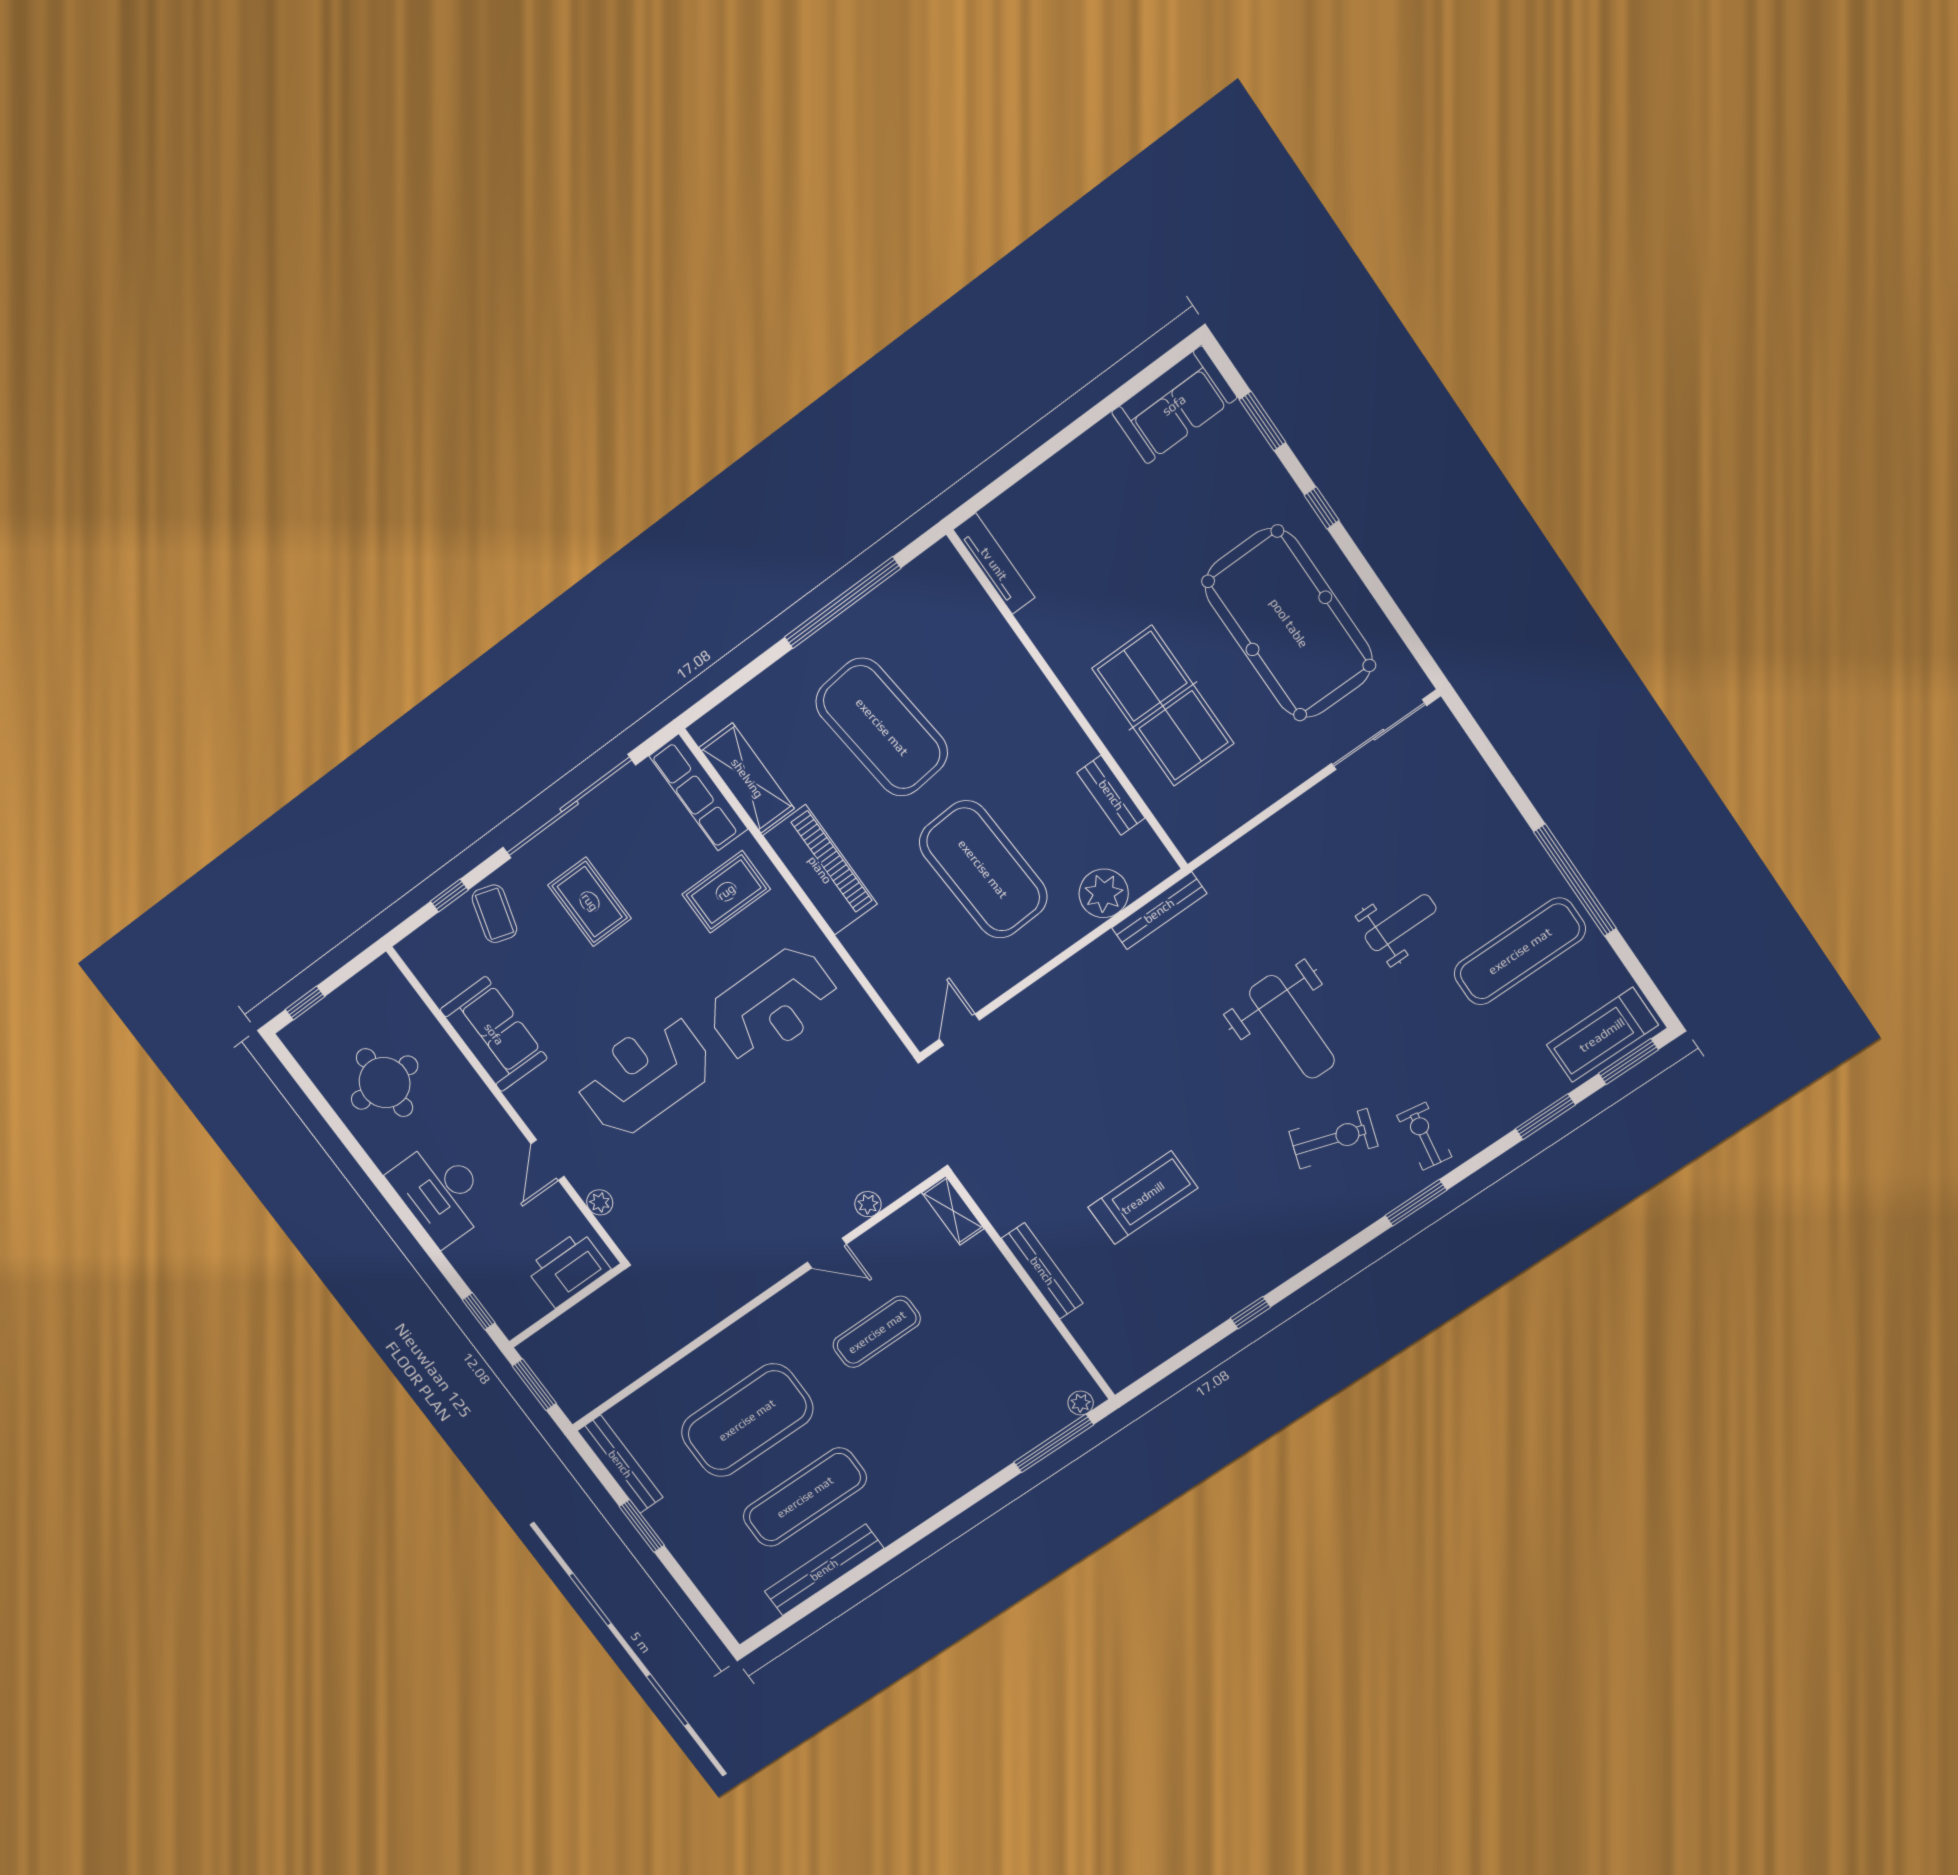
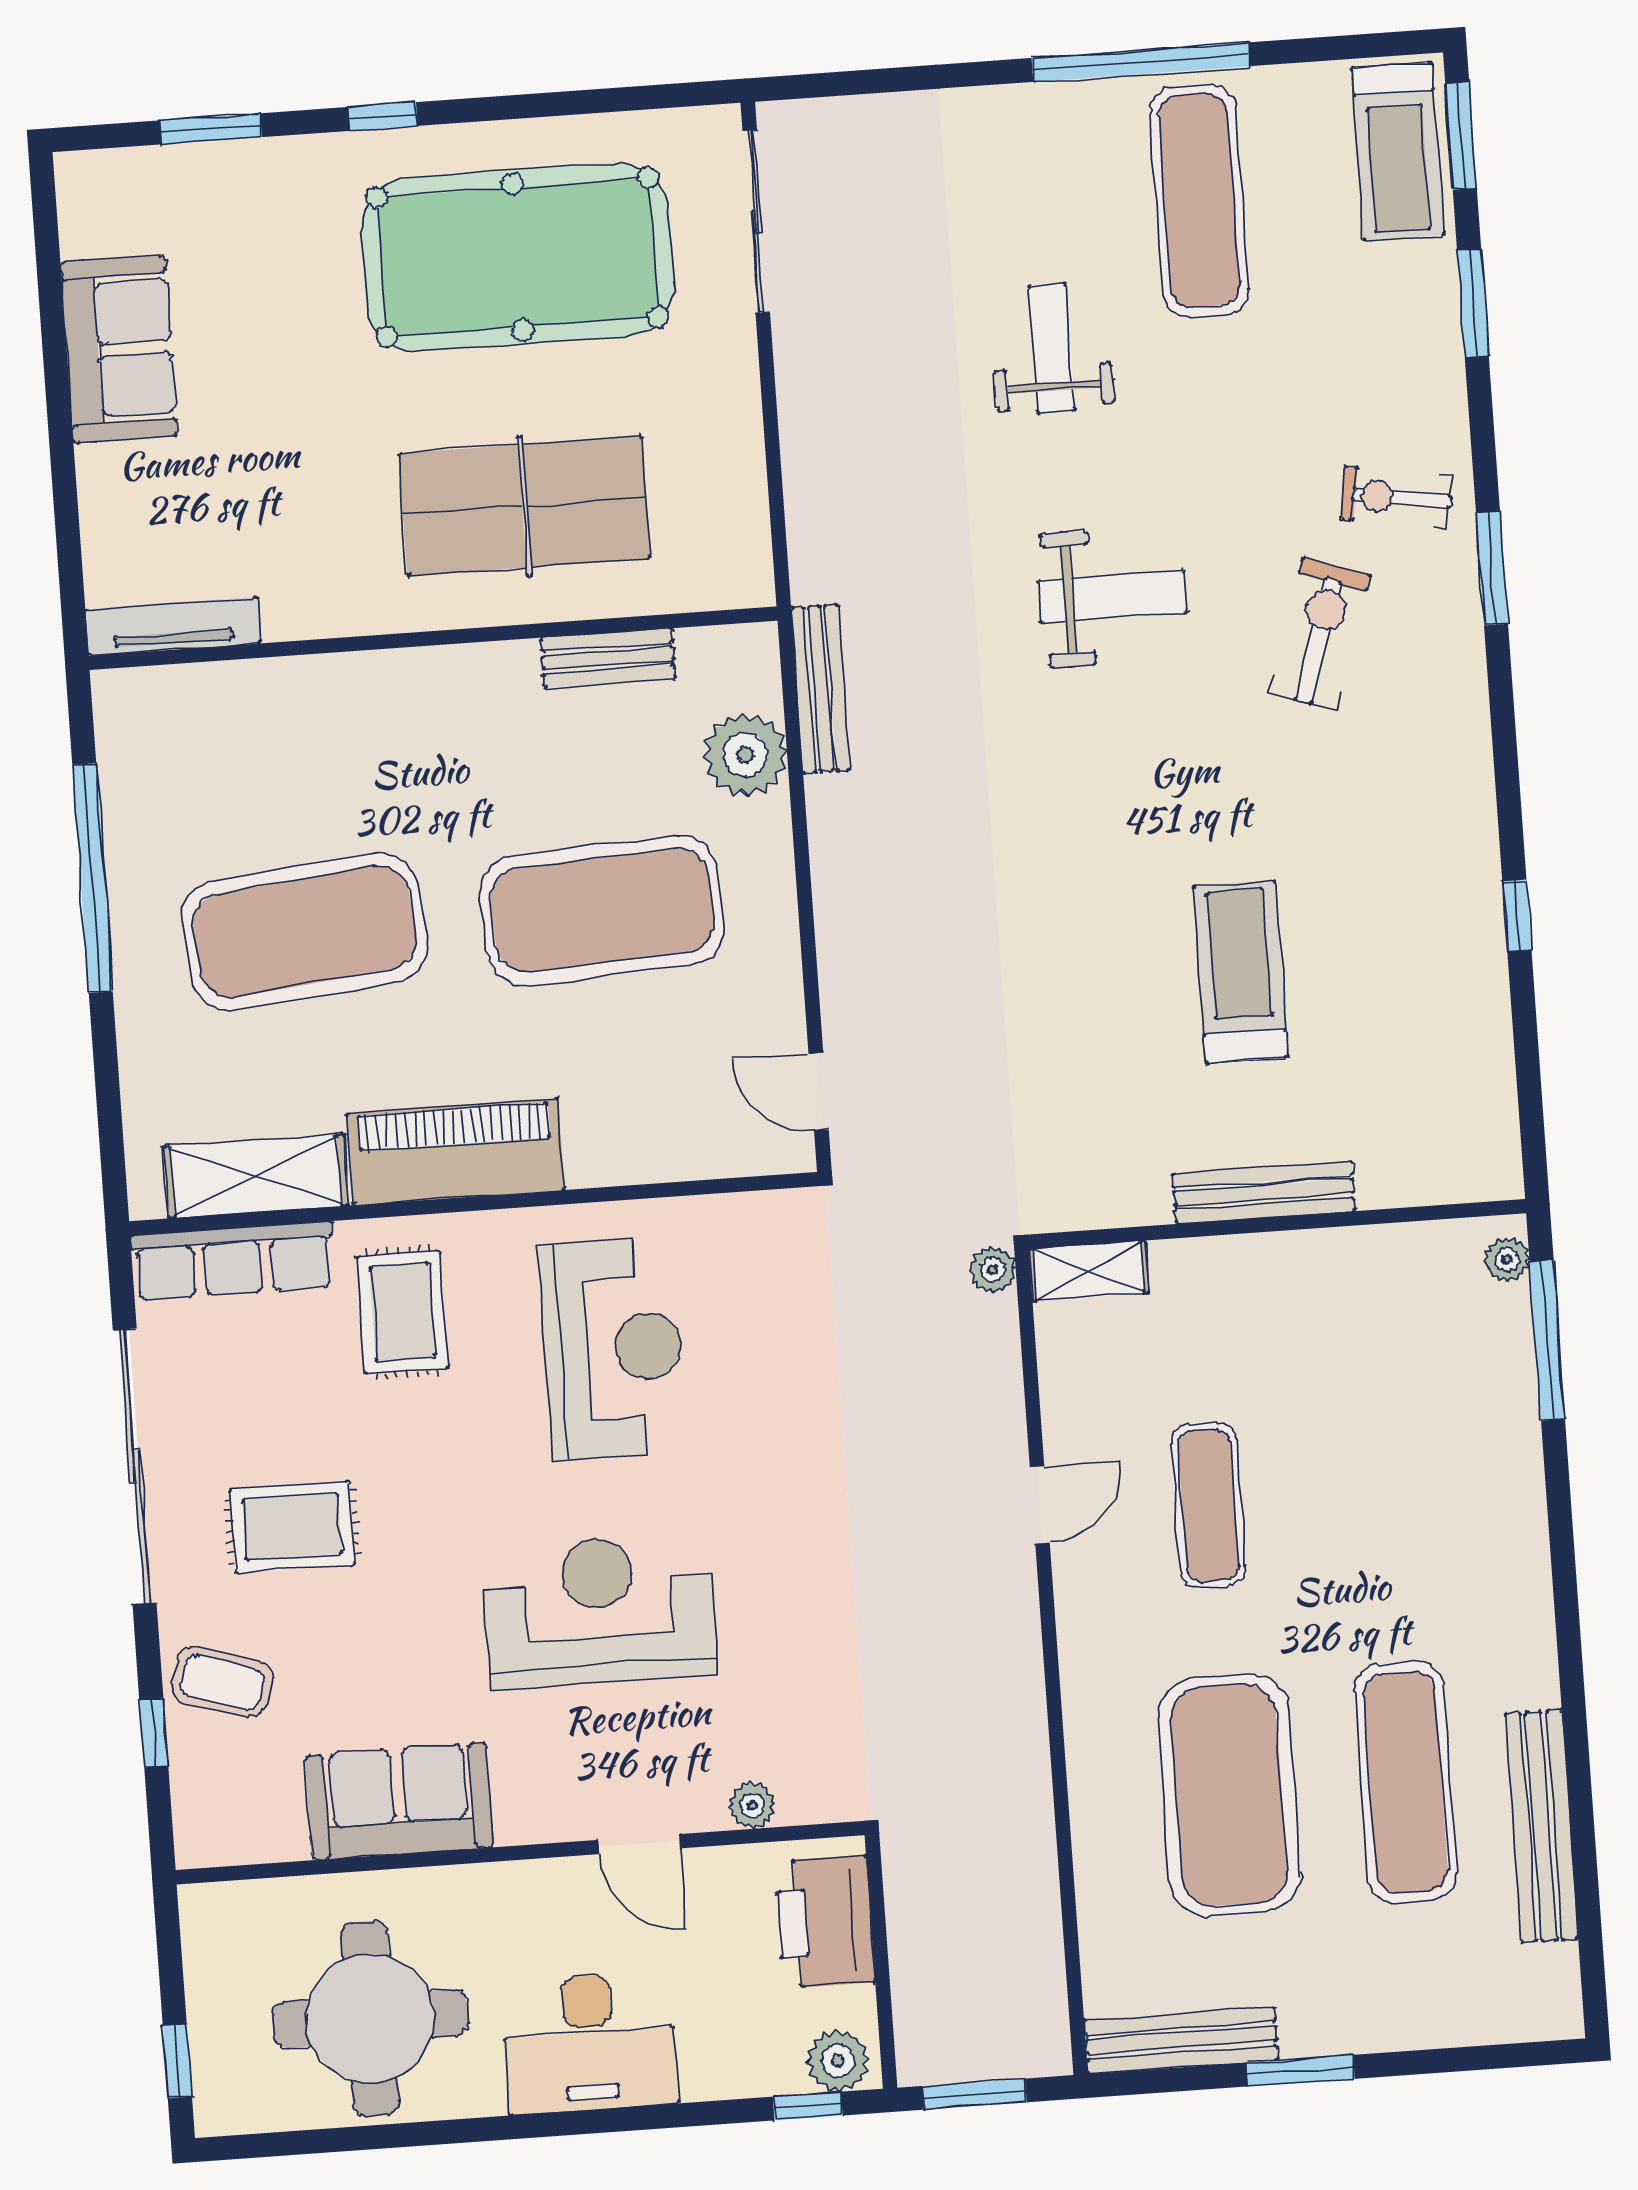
sofa: (1174, 405) -> (119, 349), moved
weight bench: (1292, 1027) -> (1112, 596), width x0.73, depth x0.75
reception desk: (644, 1075) -> (599, 1611), turned 90
round table: (385, 1083) -> (370, 2019), width x1.36, depth x1.36
plant: (868, 1204) -> (993, 1270), moved
plant: (508, 1313) -> (838, 2061), added

